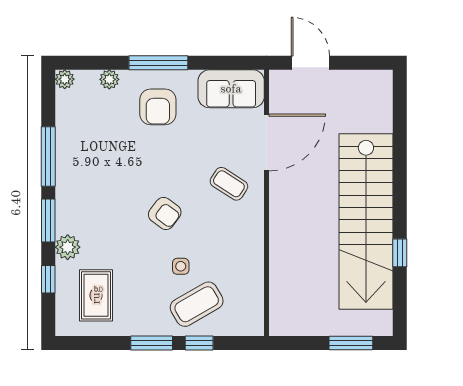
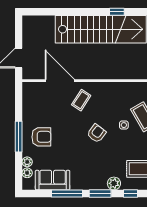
plant: (65, 79) -> (27, 173), moved
sofa: (231, 89) -> (53, 180), moved, turned -90

